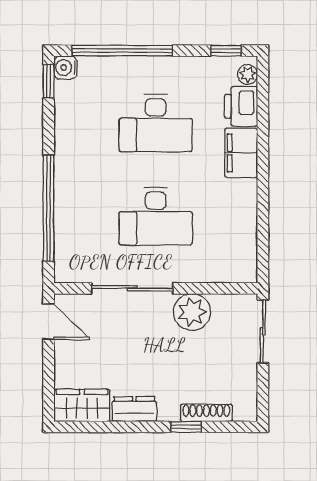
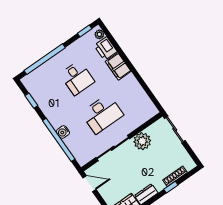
water cooler: (65, 68) -> (63, 132), moved
window: (49, 81) -> (31, 101), moved
desk: (156, 123) -> (77, 78), width x0.73

